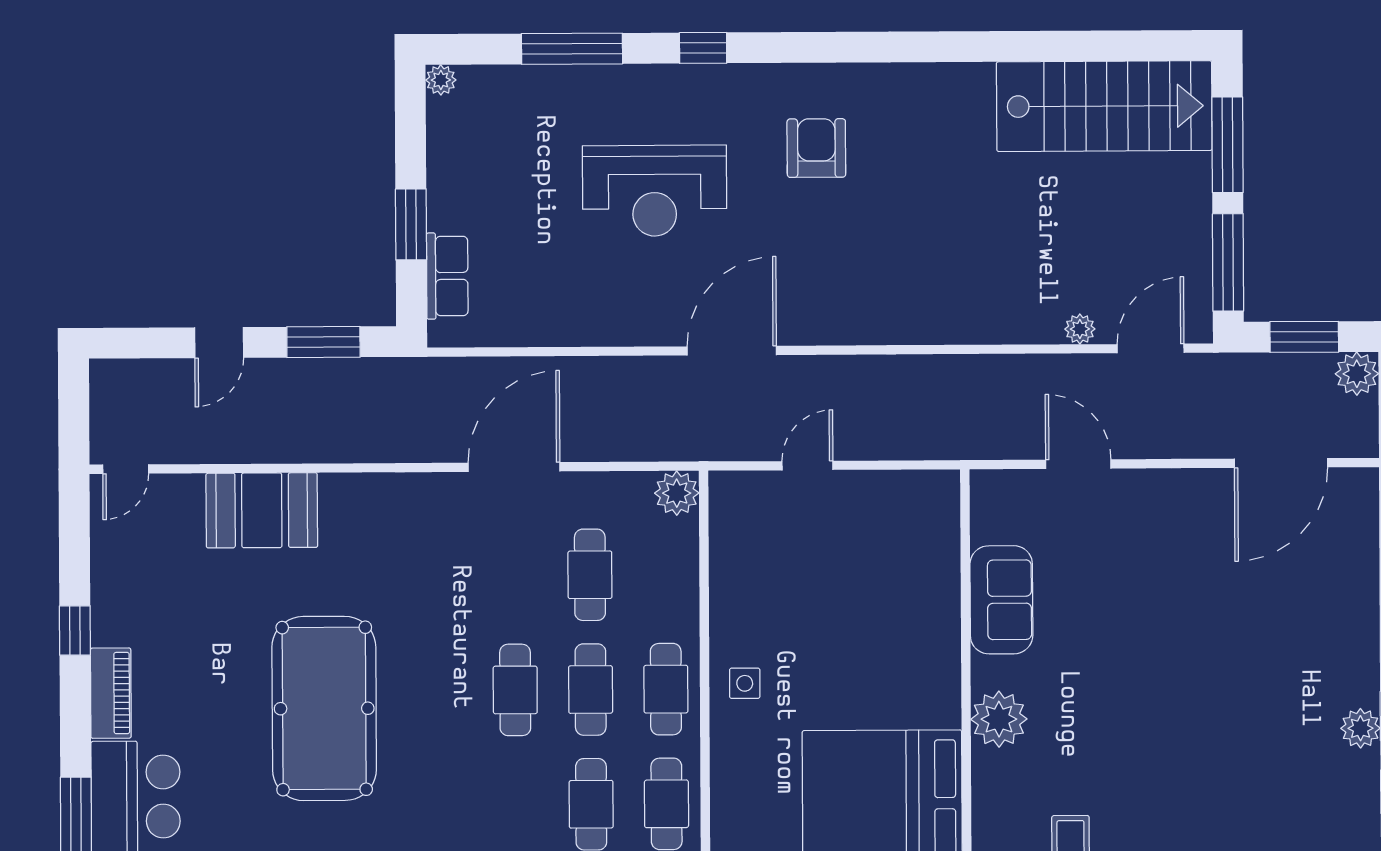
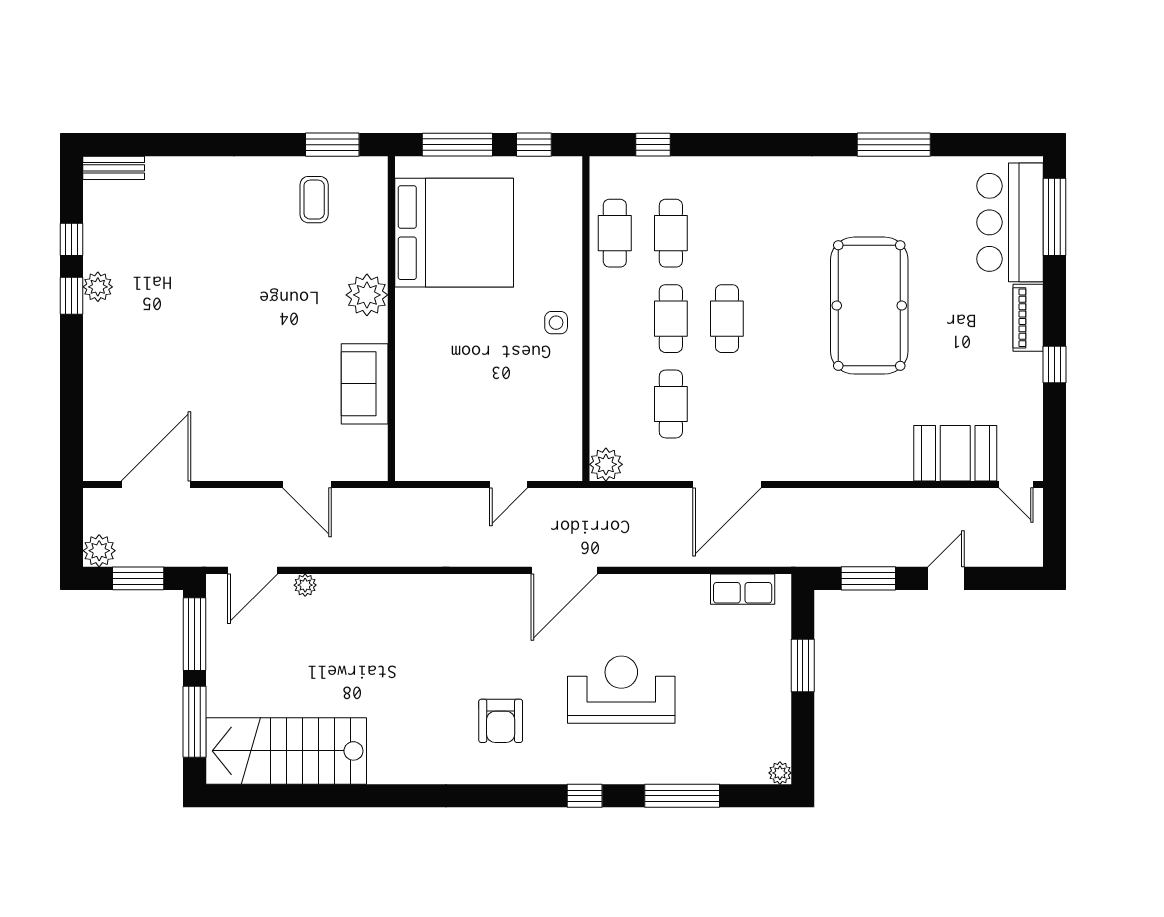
row of seats: (447, 276) -> (743, 589), moved, turned -90
door: (126, 469) -> (1016, 485), swing flipped
booth: (262, 510) -> (955, 453), moved
cafe table: (666, 689) -> (615, 319), removed

